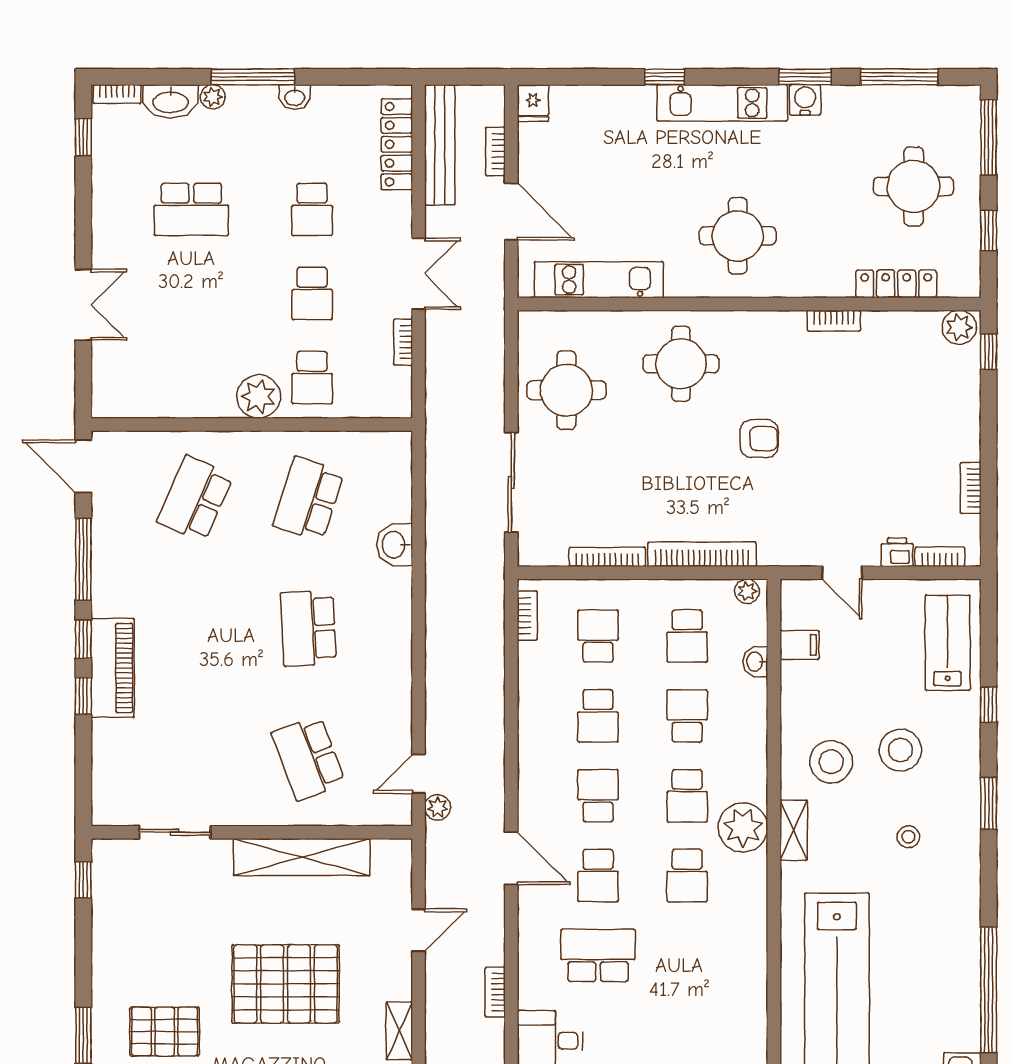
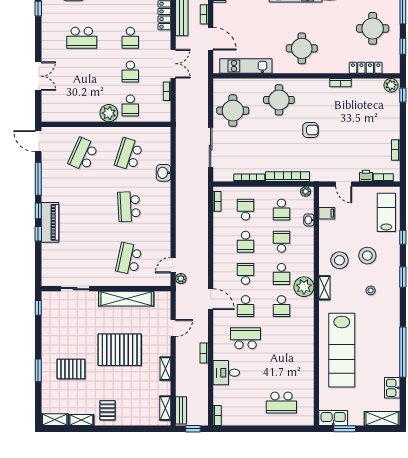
school desk: (308, 758) -> (129, 259), turned 33

